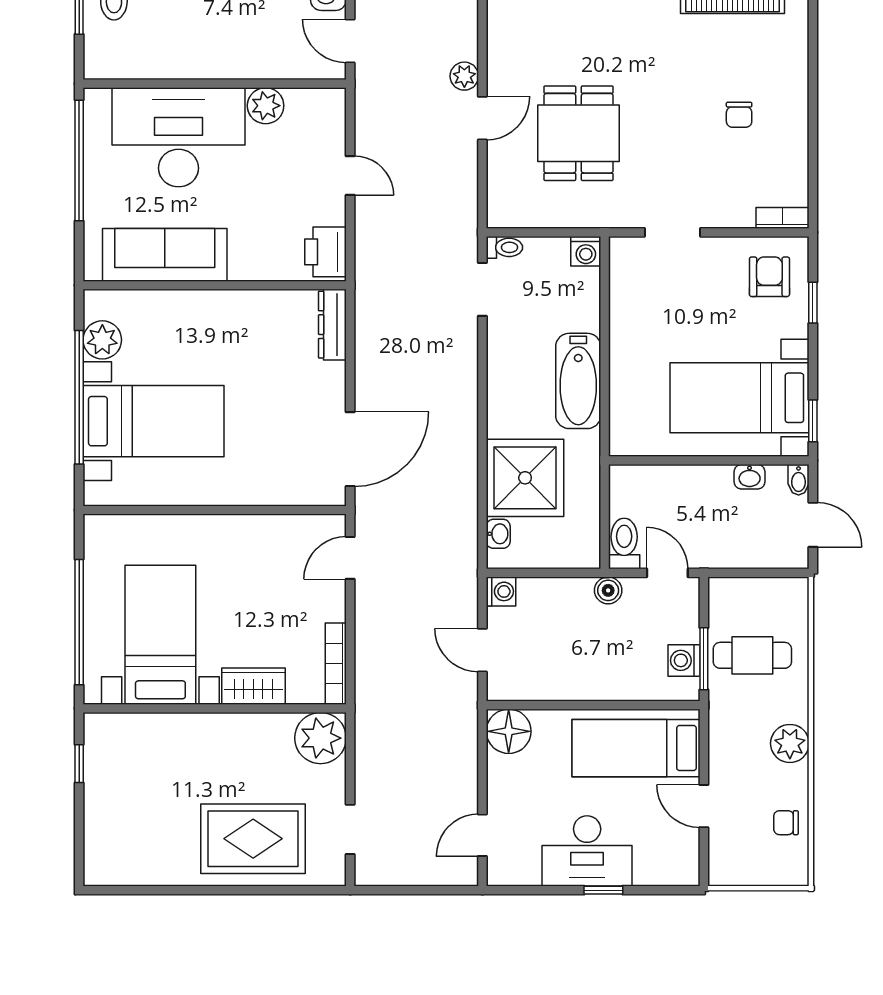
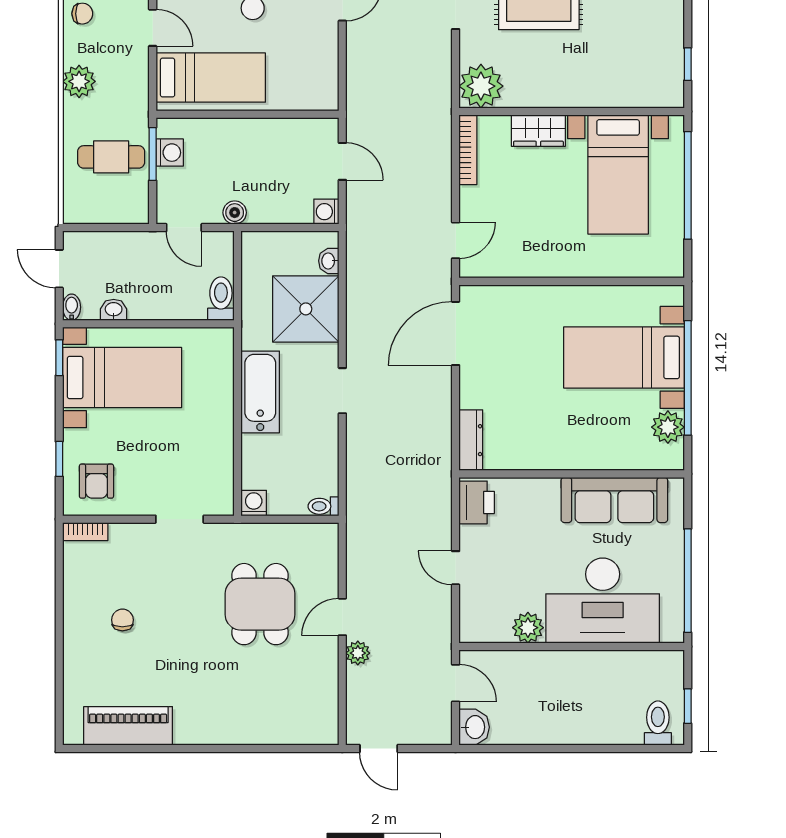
doorway: (482, 289) -> (342, 391), moved
toilet: (624, 543) -> (221, 299), moved, turned 180
floor lamp: (509, 731) -> (320, 92), removed

